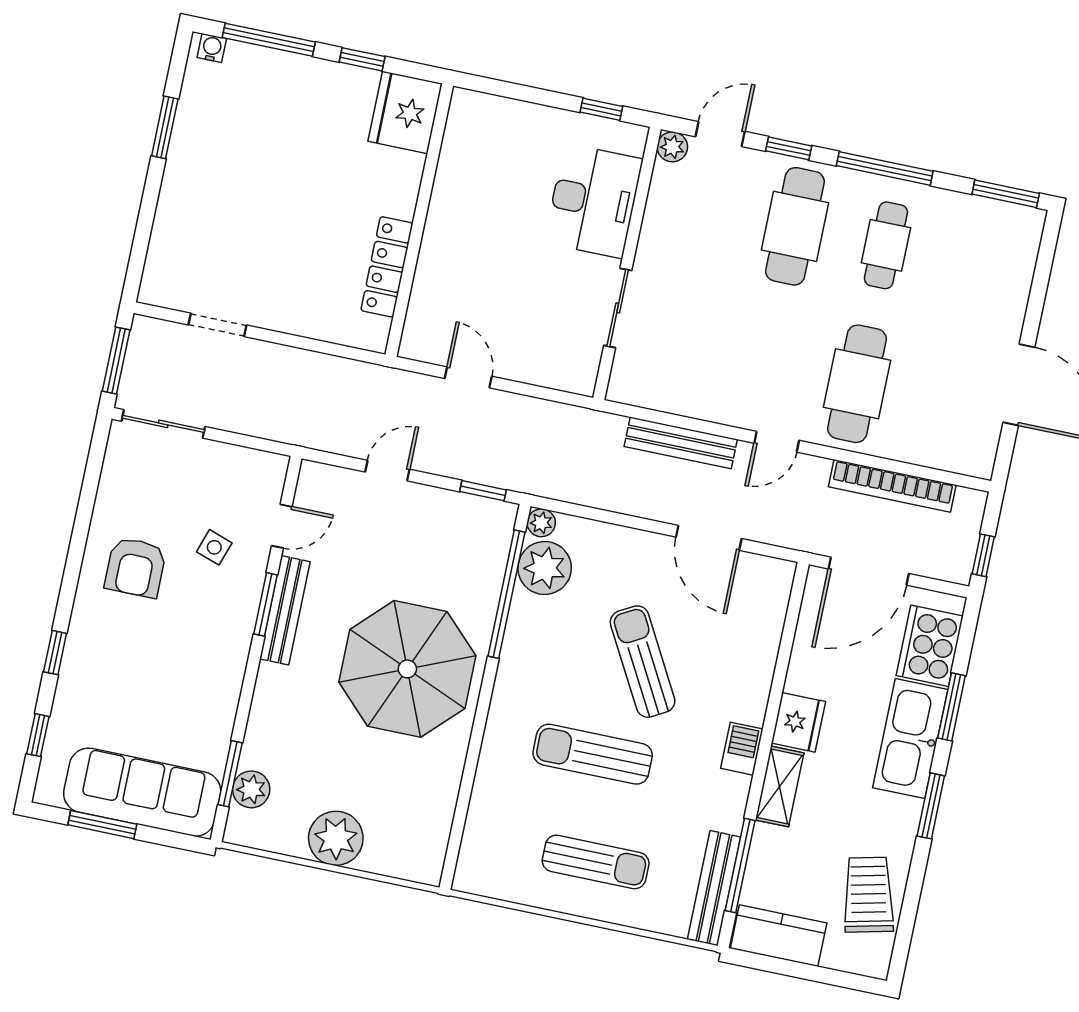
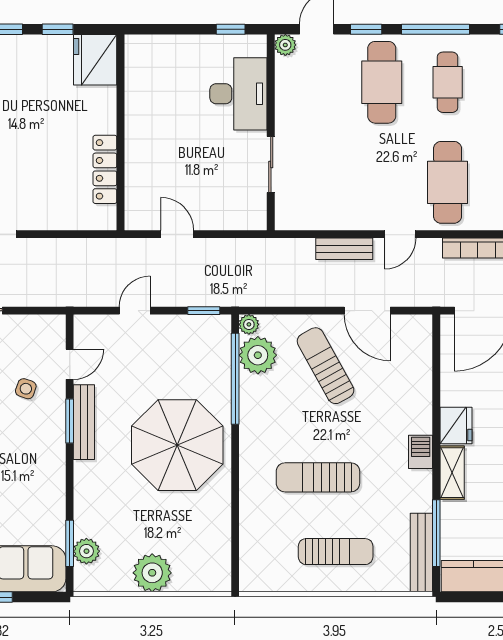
bench: (681, 443) -> (344, 249), width x0.73
sun lounger: (643, 662) -> (326, 366), moved

